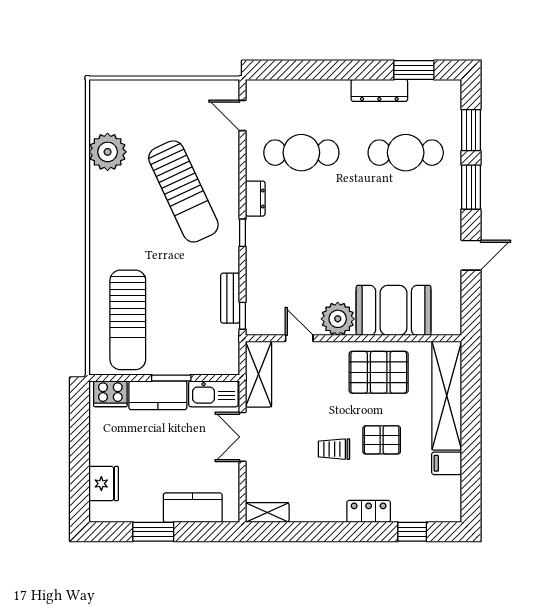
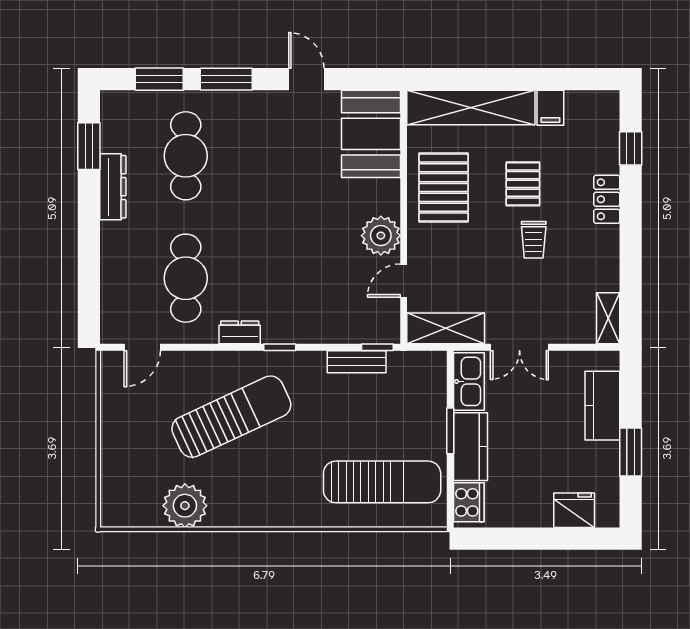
booth: (394, 310) -> (371, 134), moved

